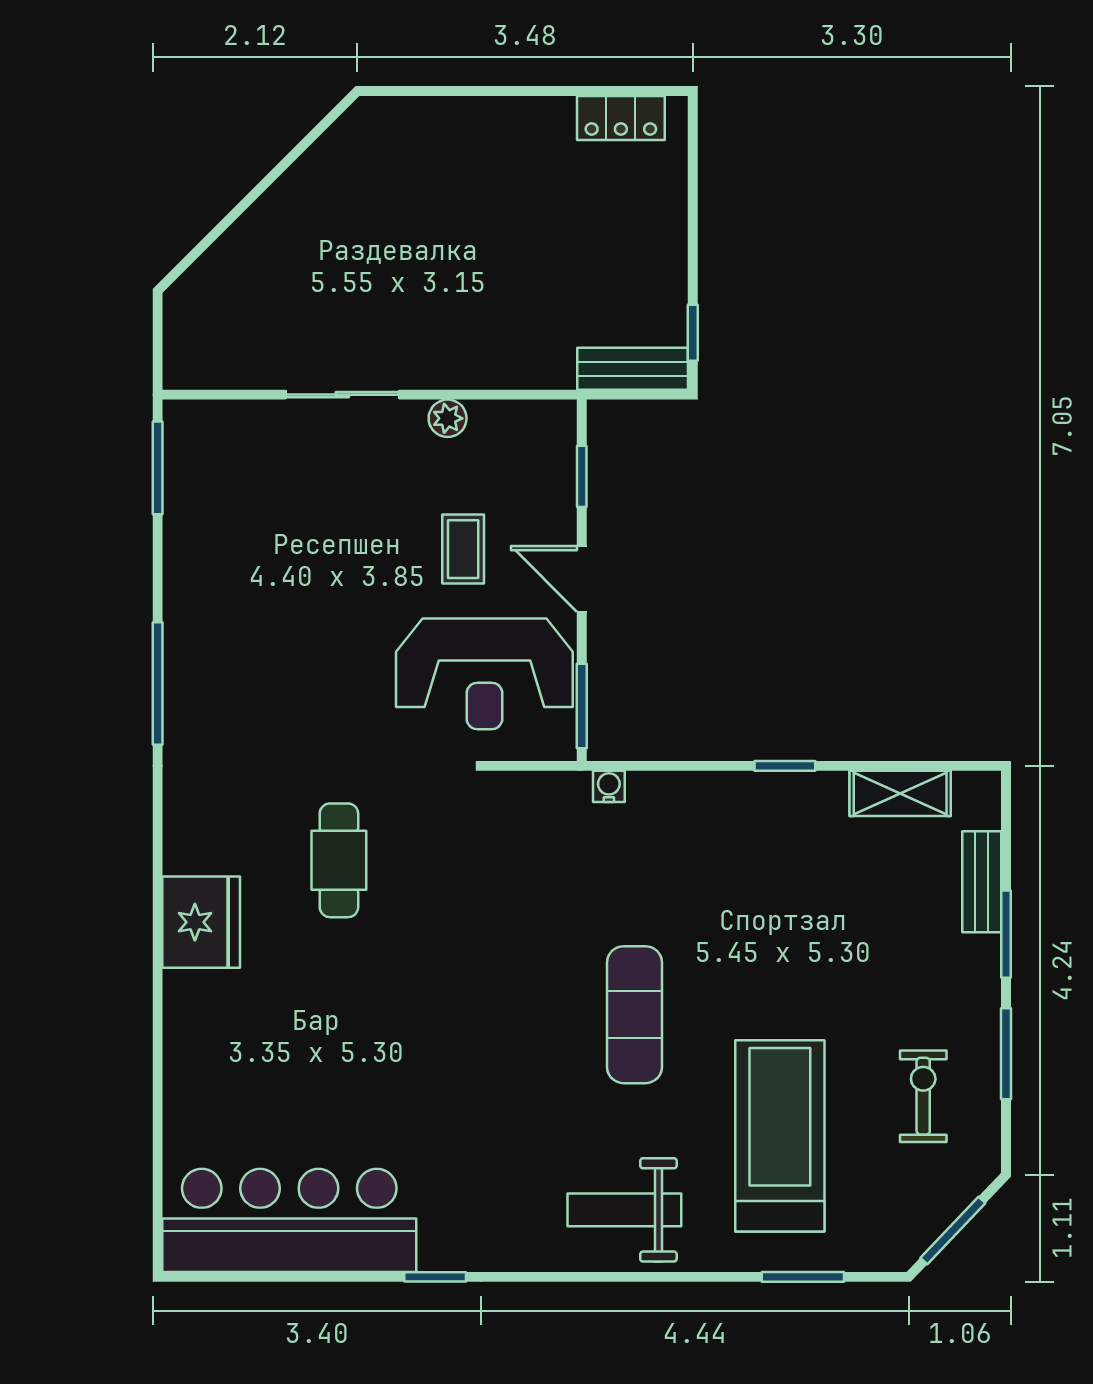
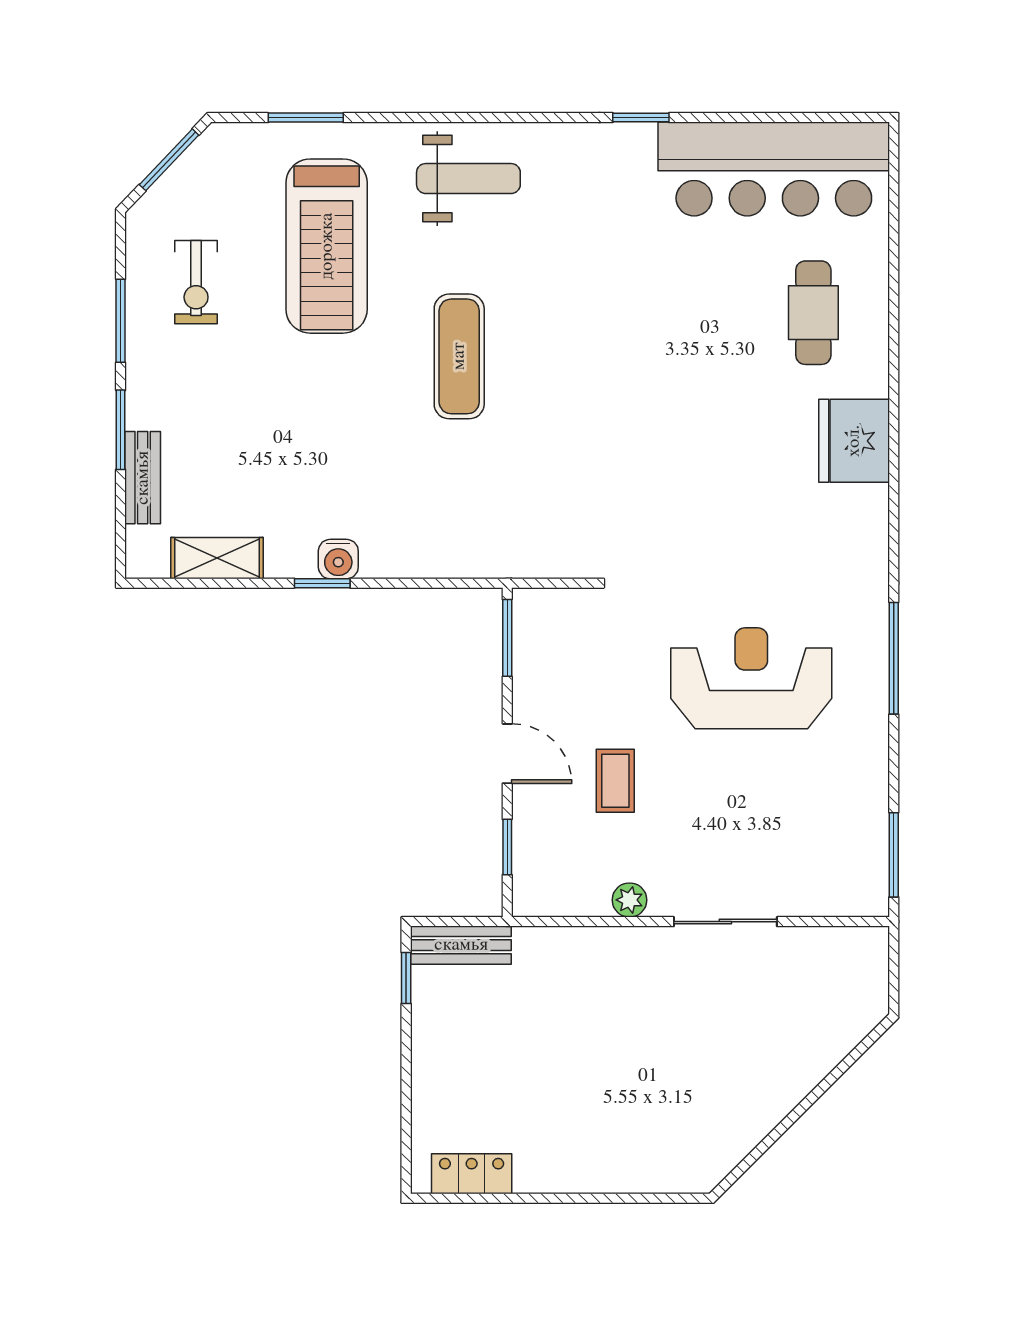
reception desk: (484, 674) -> (751, 678), moved
water cooler: (609, 786) -> (338, 559), moved, width x1.38, depth x1.38
cafe table: (339, 860) -> (813, 313), moved

